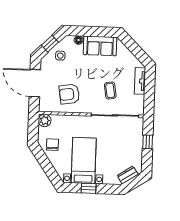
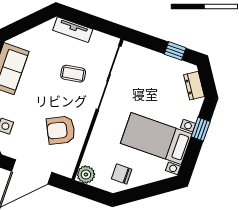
armchair: (69, 94) -> (61, 130), turned 73
window: (148, 142) -> (175, 51), moved
window: (89, 188) -> (201, 129), moved

